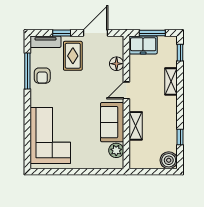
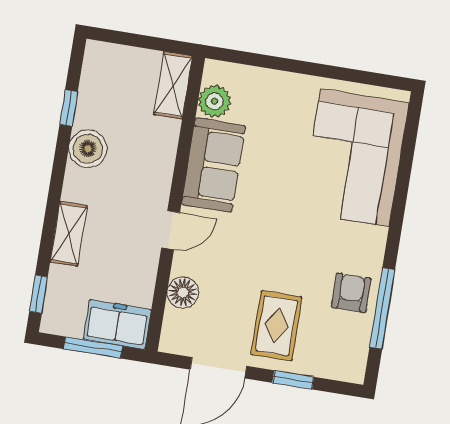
tv unit: (46, 42) -> (332, 366), removed
shelving: (136, 126) -> (173, 85), moved
boiler: (169, 160) -> (88, 149), moved

